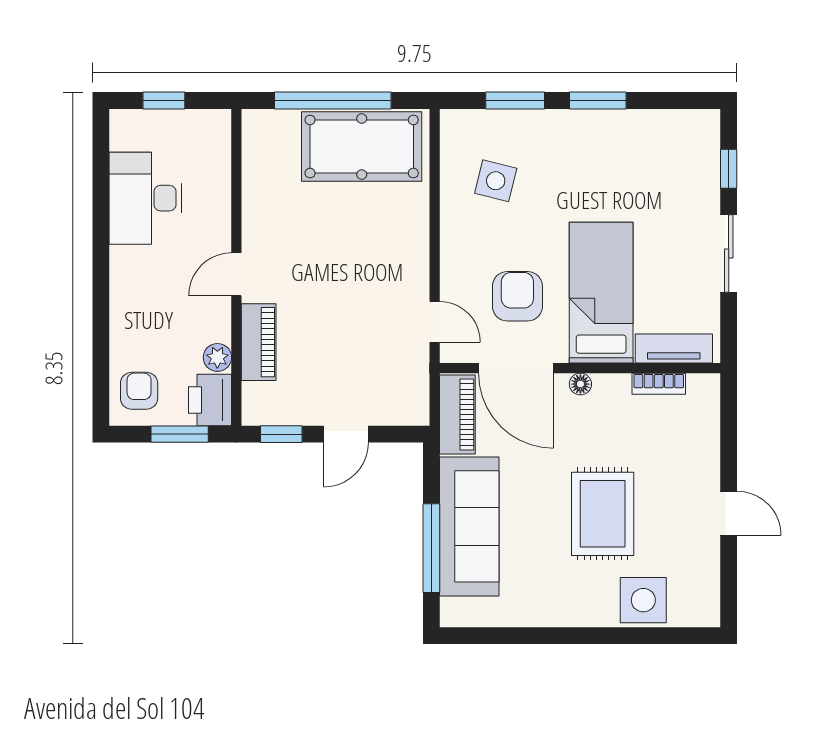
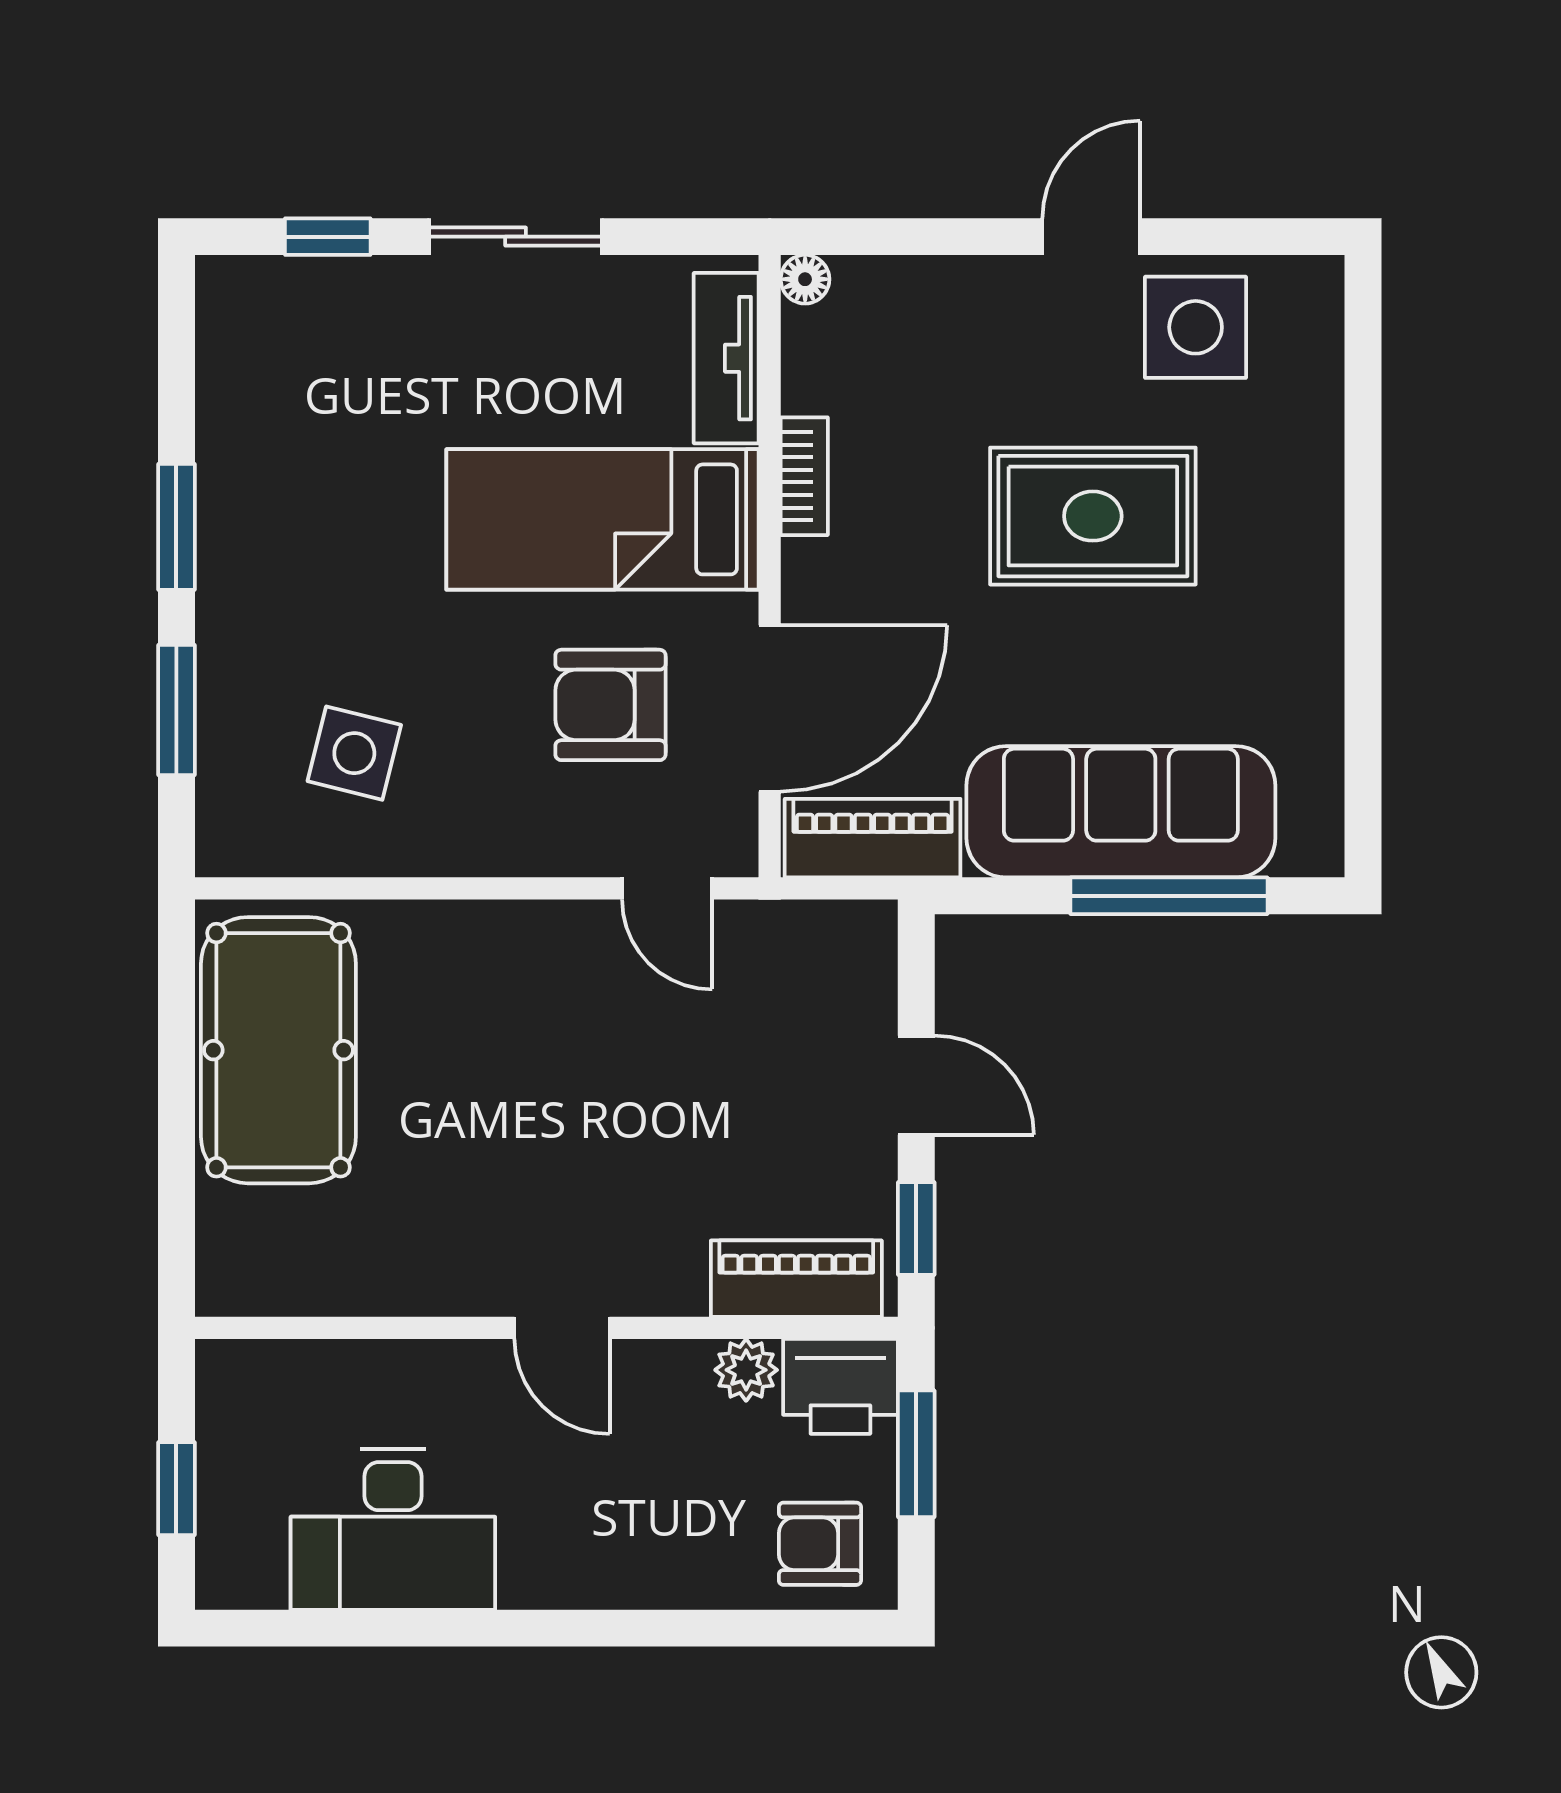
window: (333, 100) -> (176, 1114), removed
door: (435, 322) -> (667, 888), swing flipped
piano: (259, 342) -> (796, 1279), moved
floor lamp: (580, 384) -> (805, 279), moved
bookcase: (659, 384) -> (804, 476), moved
side table: (643, 600) -> (1196, 327), moved

